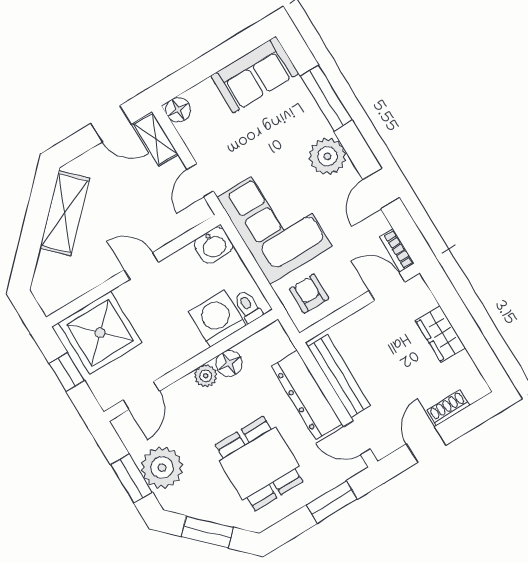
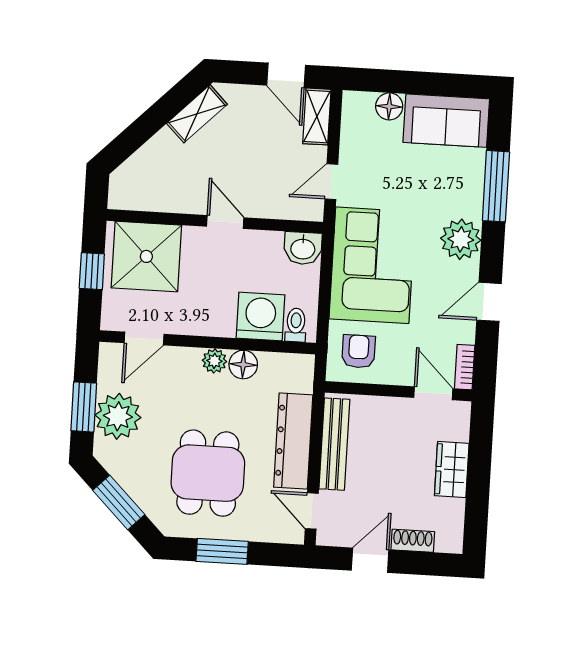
floor lamp: (178, 110) -> (389, 106), moved
shelving: (65, 213) -> (197, 114), width x0.67, depth x0.75
window: (332, 502) -> (222, 551), moved

